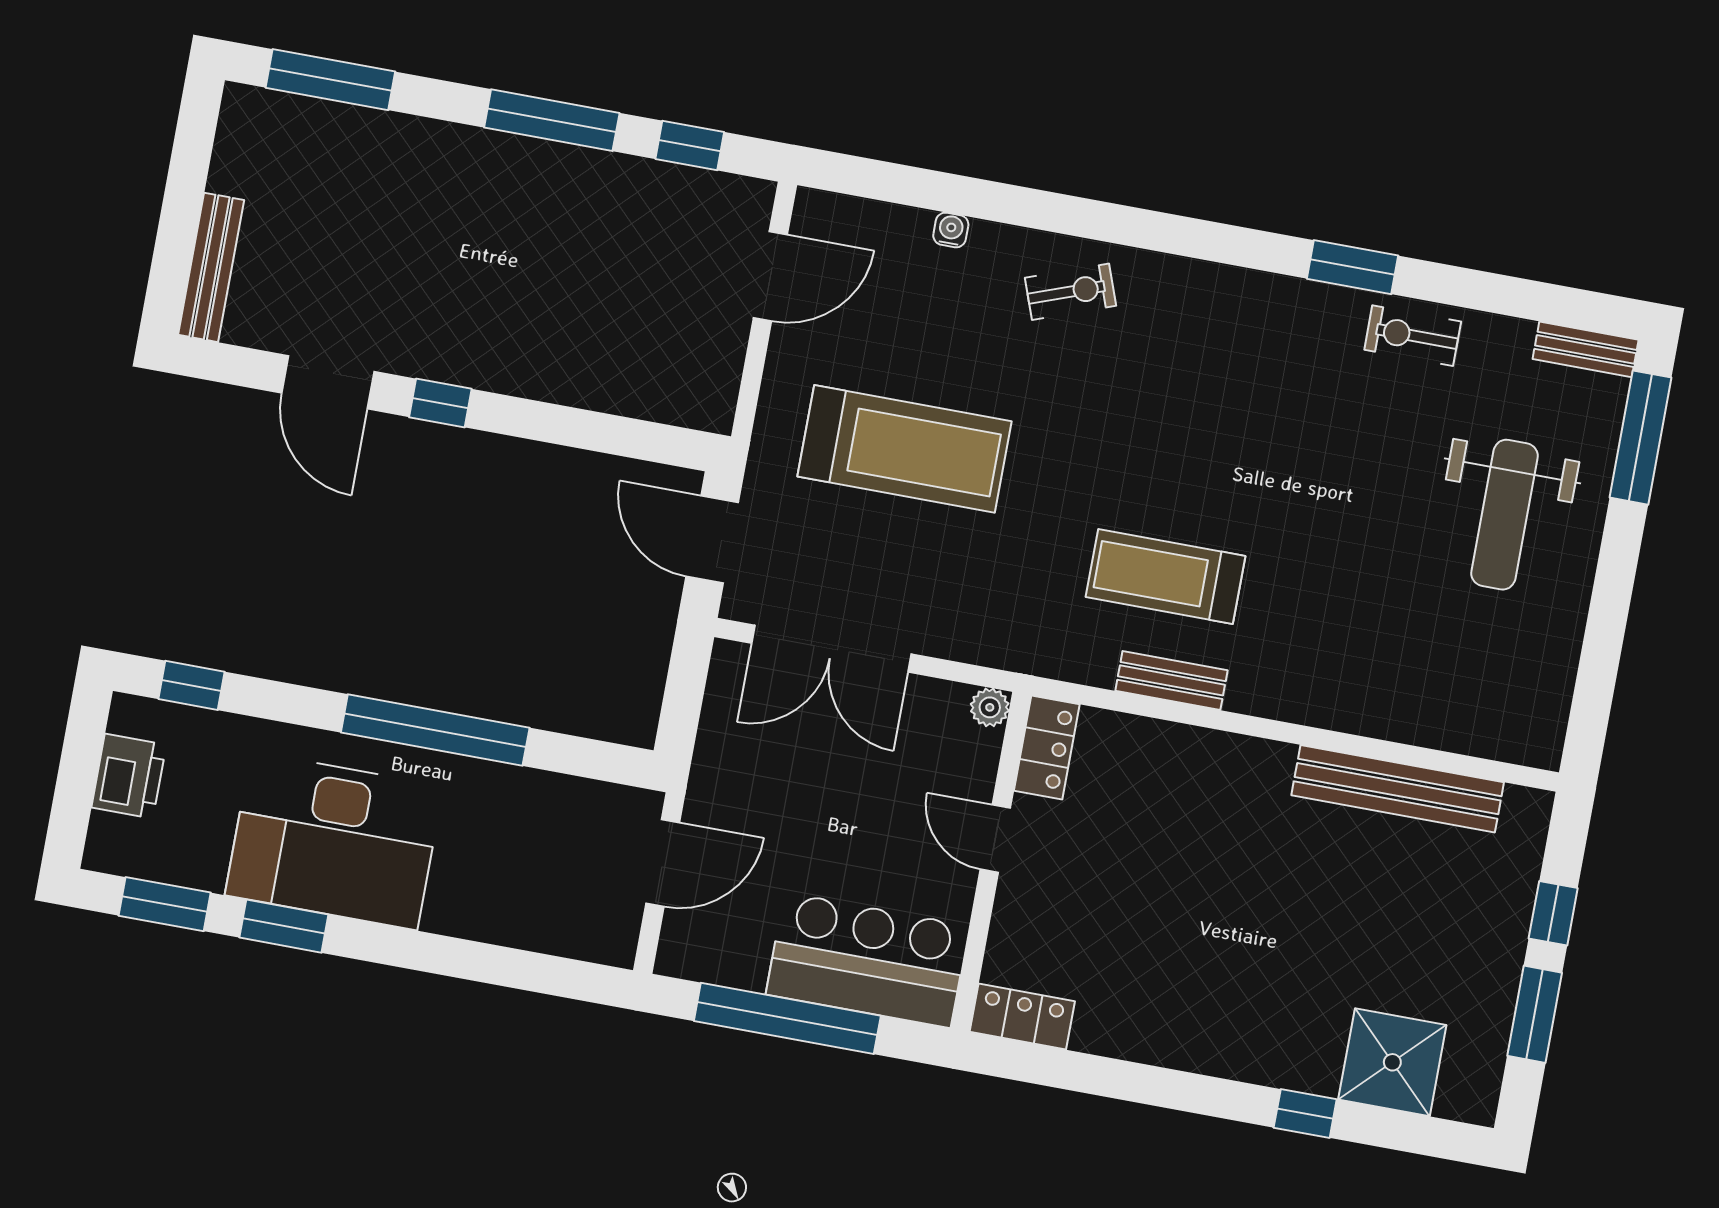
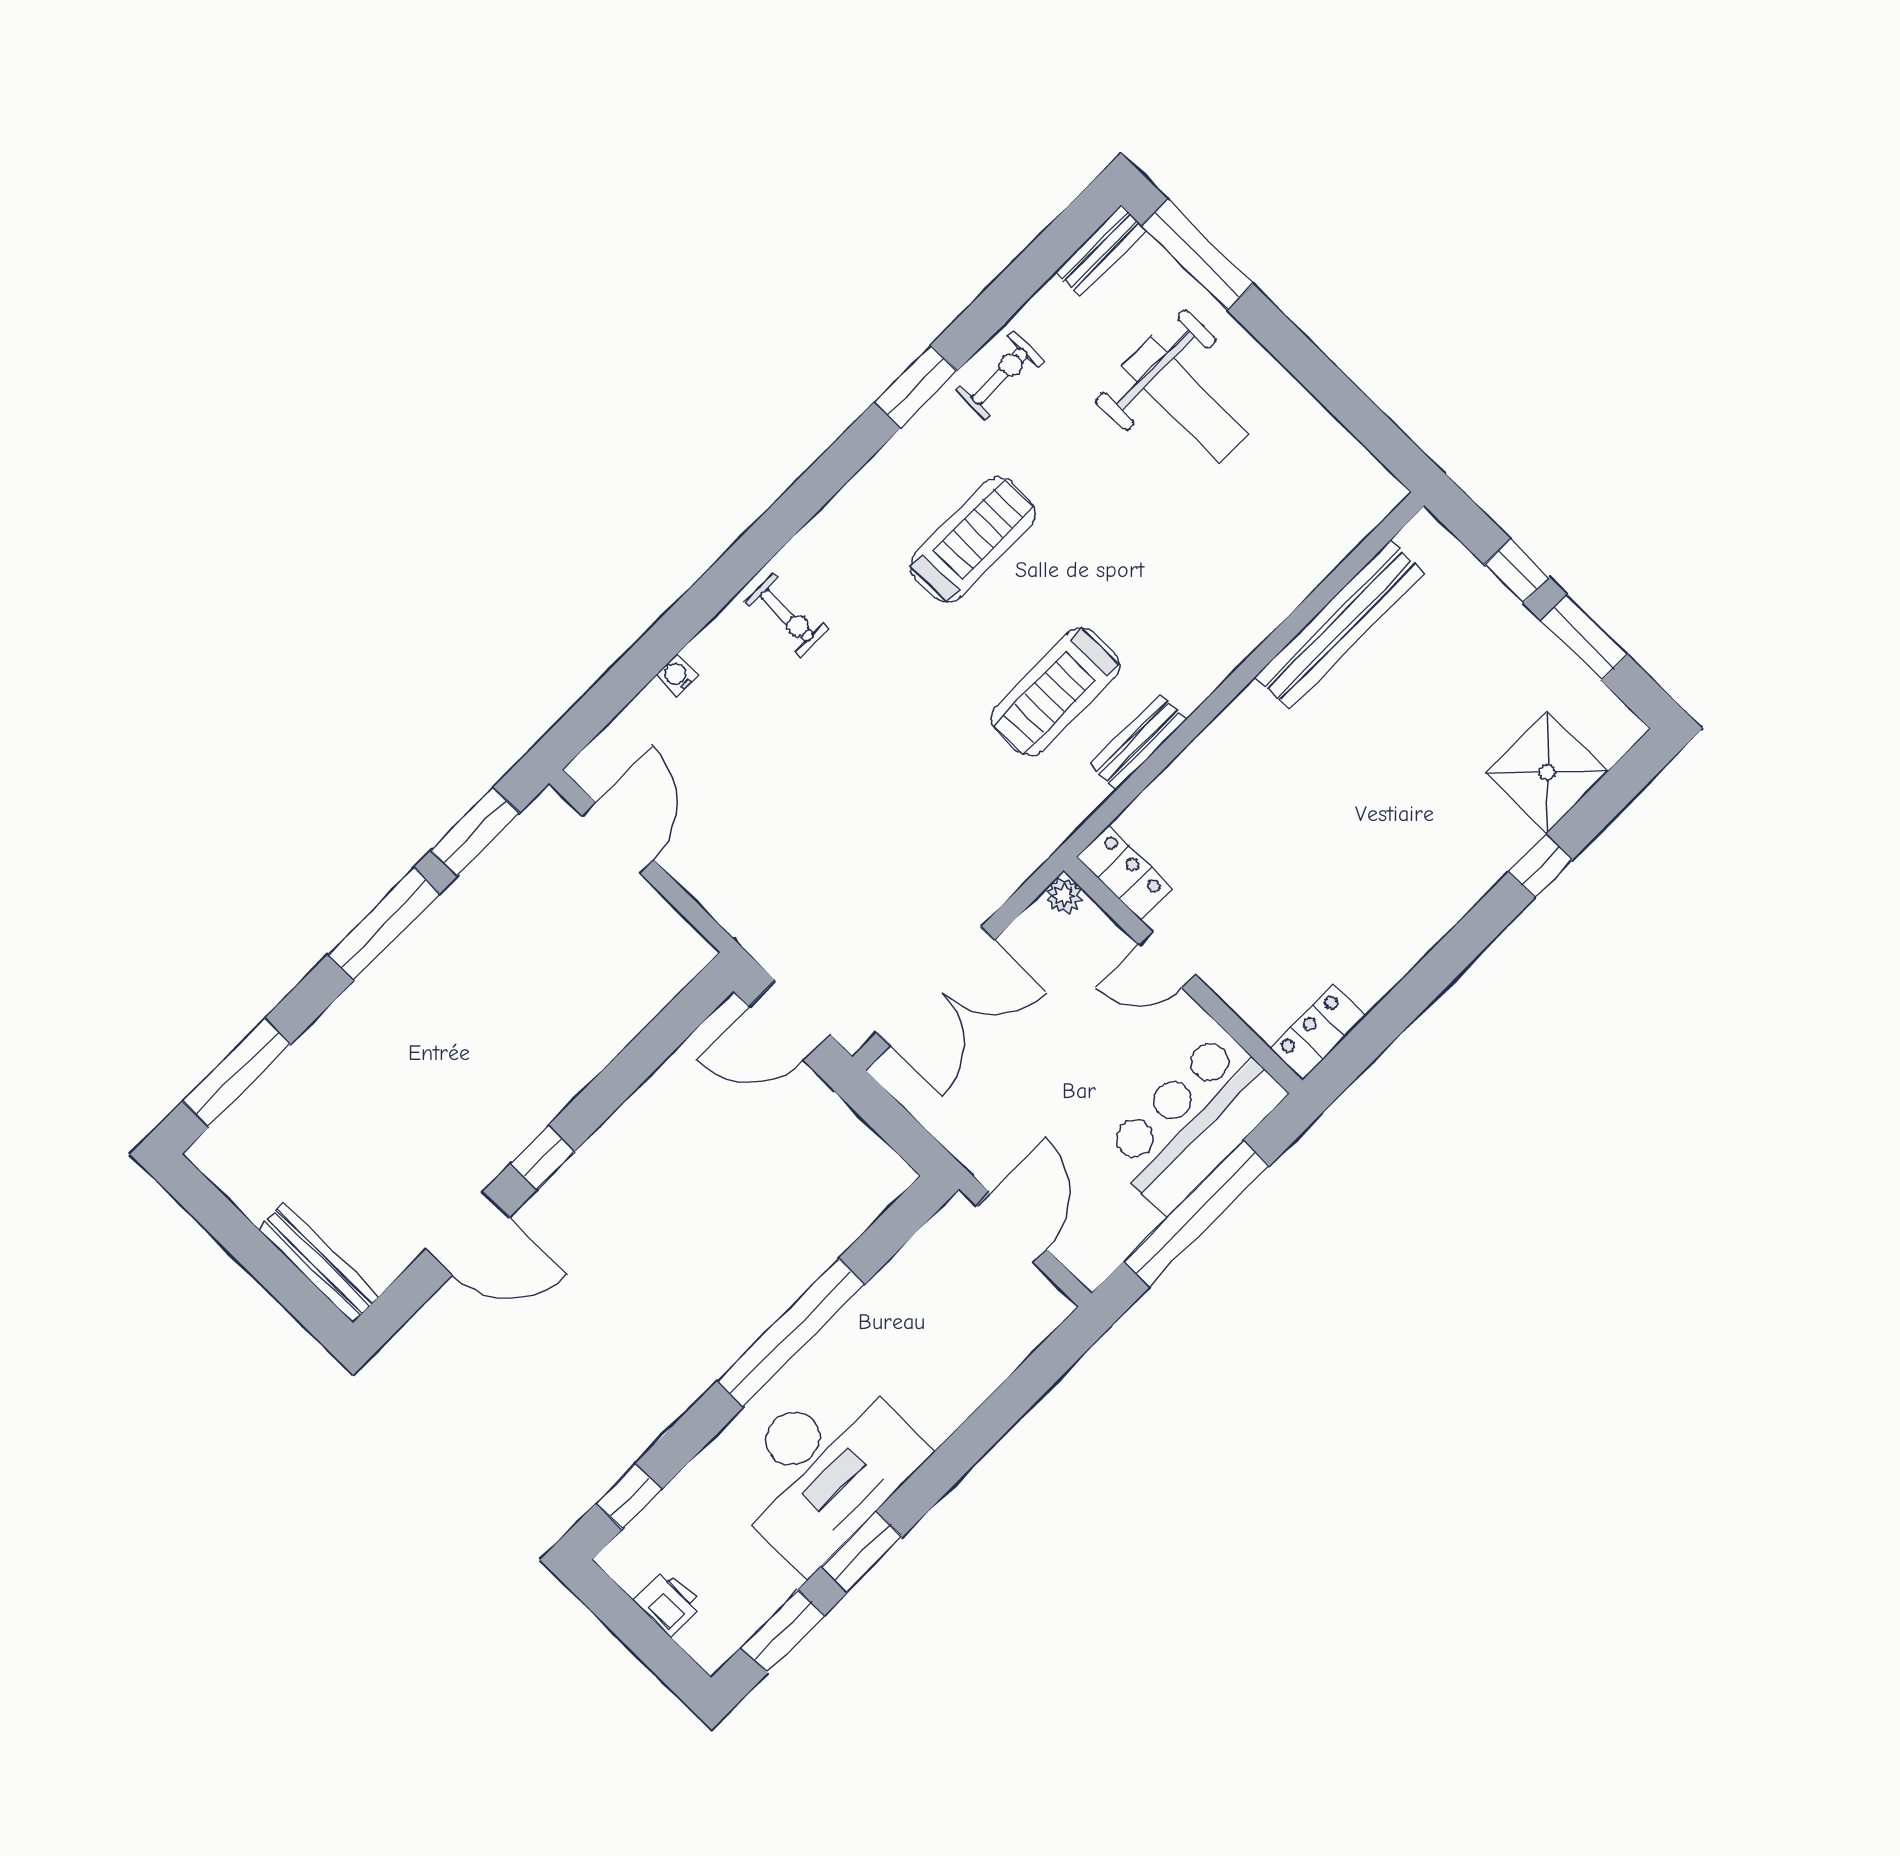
window: (690, 146) -> (475, 831), width x1.50
exercise bike: (1070, 292) -> (787, 616), turned 110
exercise bike: (1413, 336) -> (1000, 376), turned 180
treadmill: (904, 449) -> (973, 540), moved, width x0.73, depth x0.73
printer: (129, 776) -> (668, 1603), width x0.73, depth x0.81

